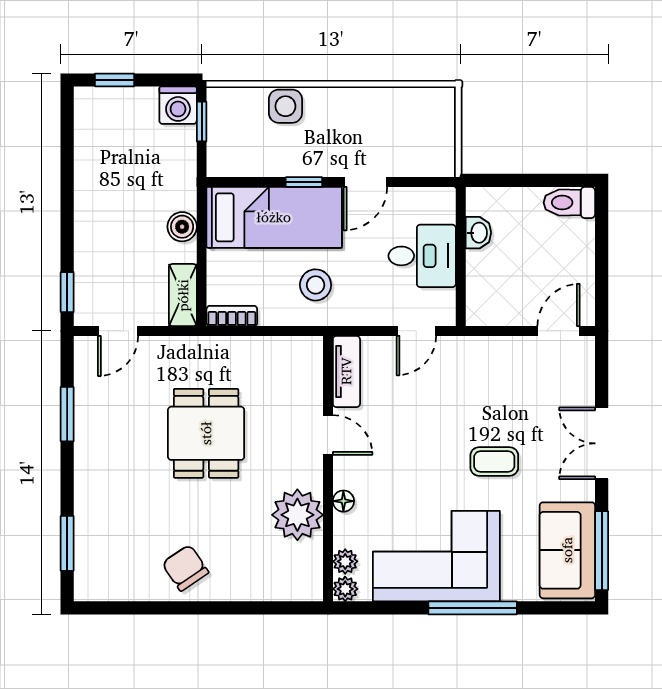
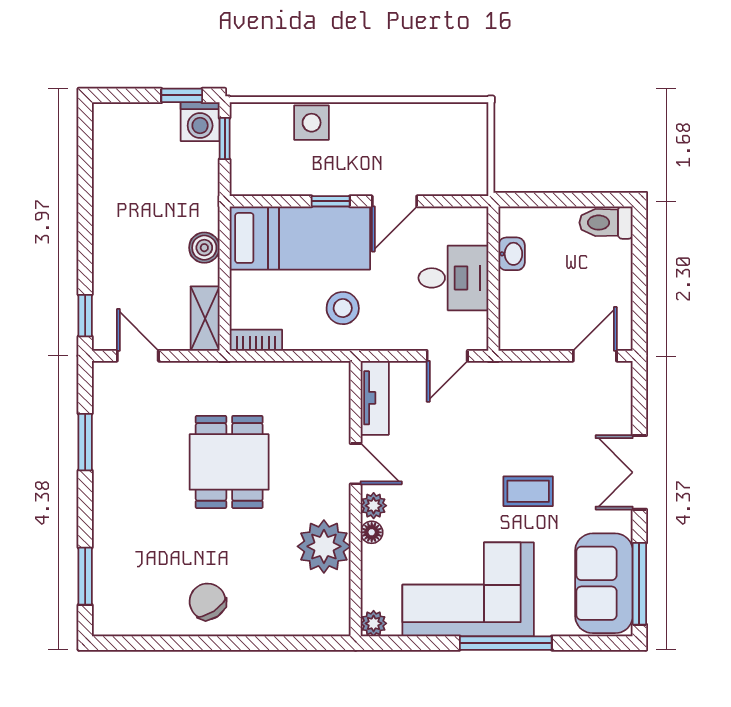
window: (114, 80) -> (182, 95), moved
door: (118, 331) -> (138, 356), swing flipped
plant: (345, 561) -> (374, 506), moved

